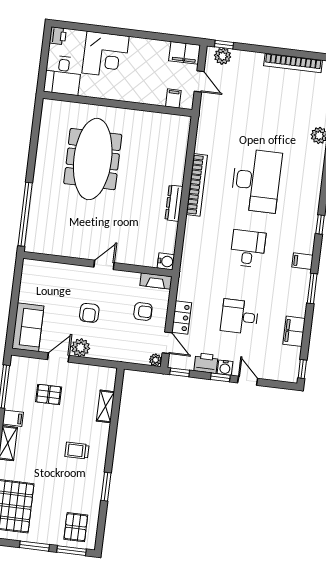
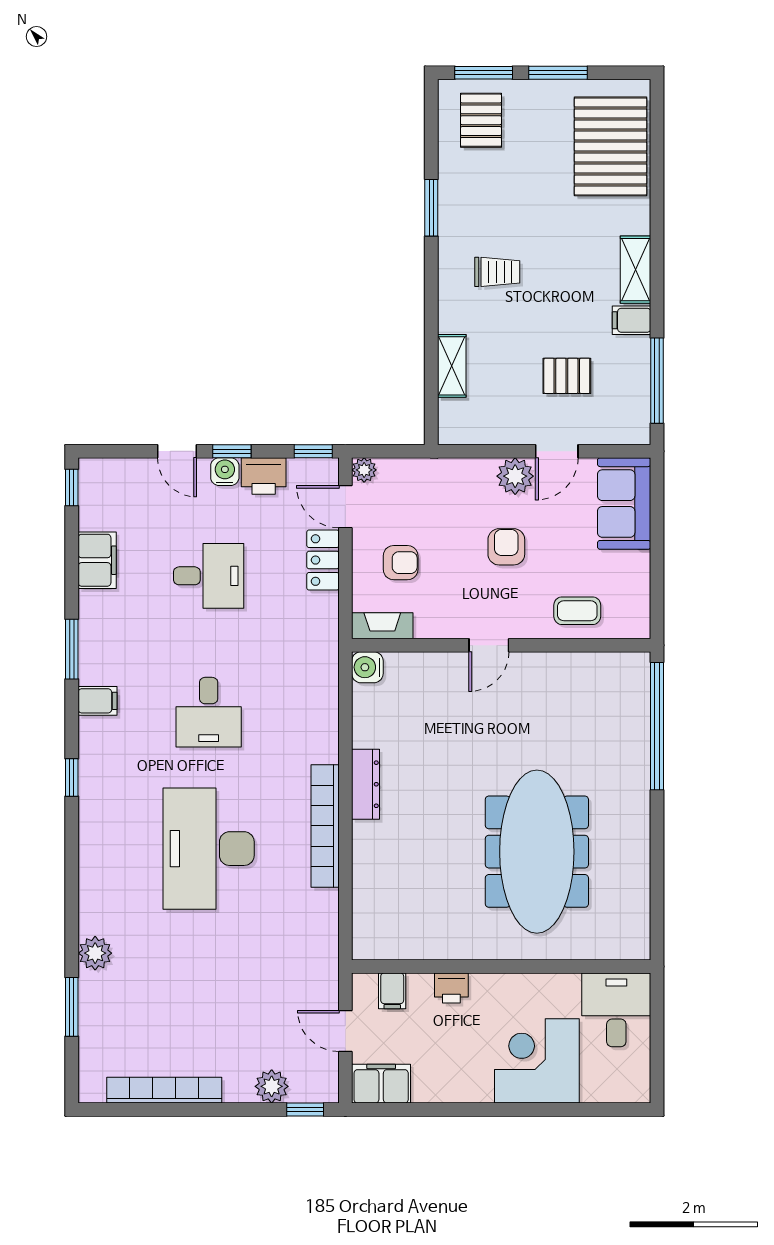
printer: (58, 36) -> (451, 988), moved, turned -90
plant: (223, 56) -> (272, 1086), moved
coffee table: (58, 277) -> (577, 611), added
armchair: (143, 311) -> (401, 563), turned 180

